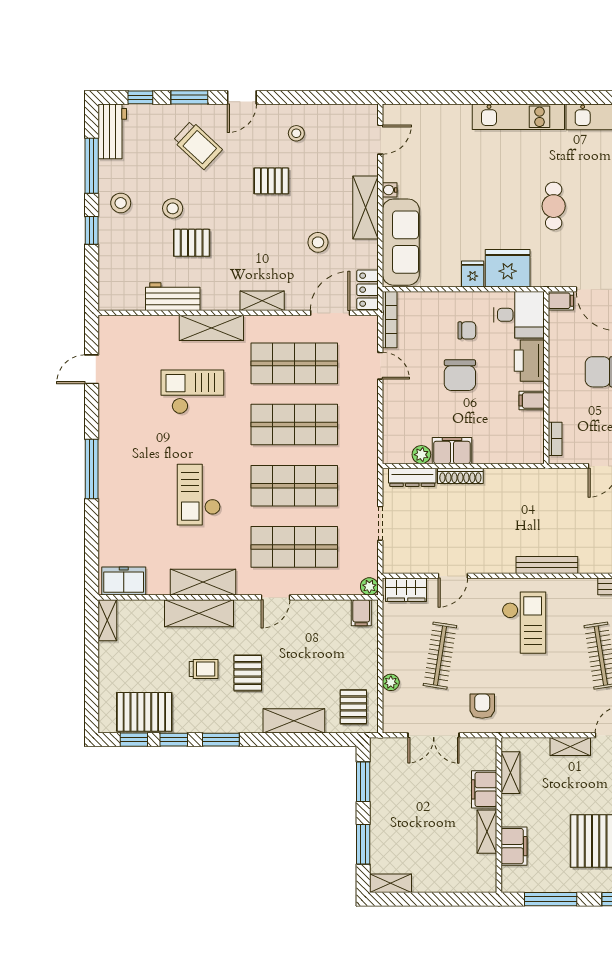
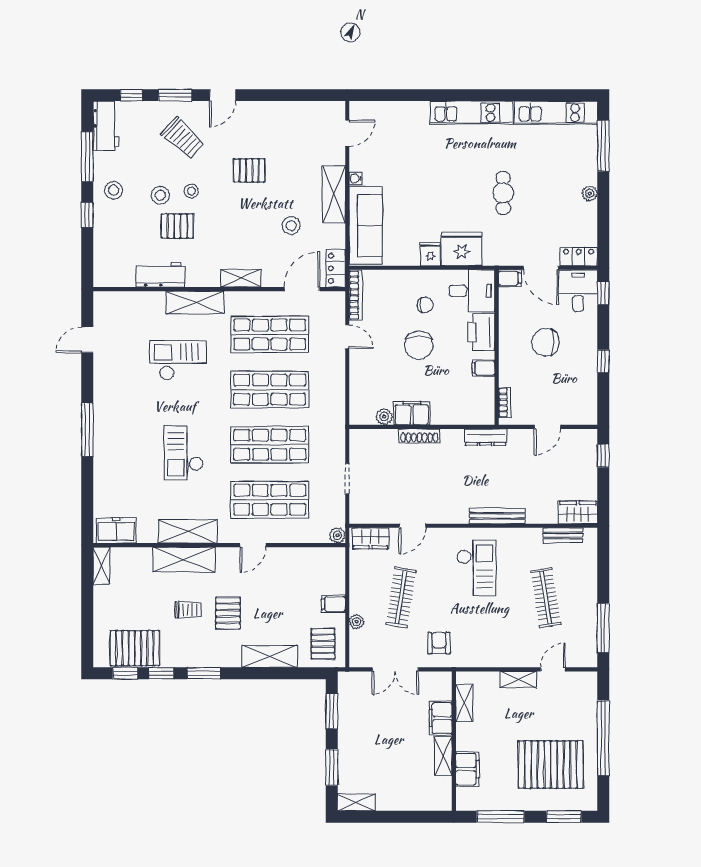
stool: (296, 133) -> (191, 191), moved
dresser: (412, 477) -> (486, 437), moved
filing cabinet: (361, 613) -> (333, 604), moved, turned 90

